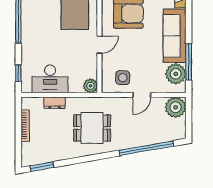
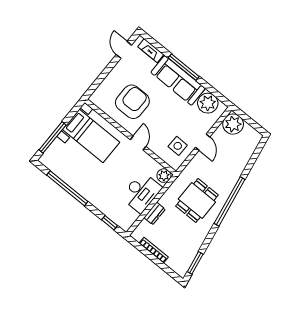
window: (189, 62) -> (184, 67), moved
desk: (50, 79) -> (141, 192), moved
window: (146, 148) -> (230, 201), moved

